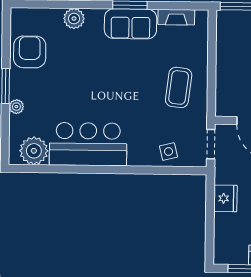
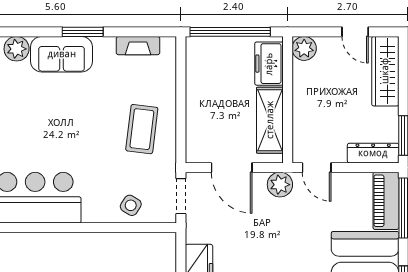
sofa: (131, 24) -> (62, 54), moved
side table: (169, 152) -> (131, 205), turned 45

